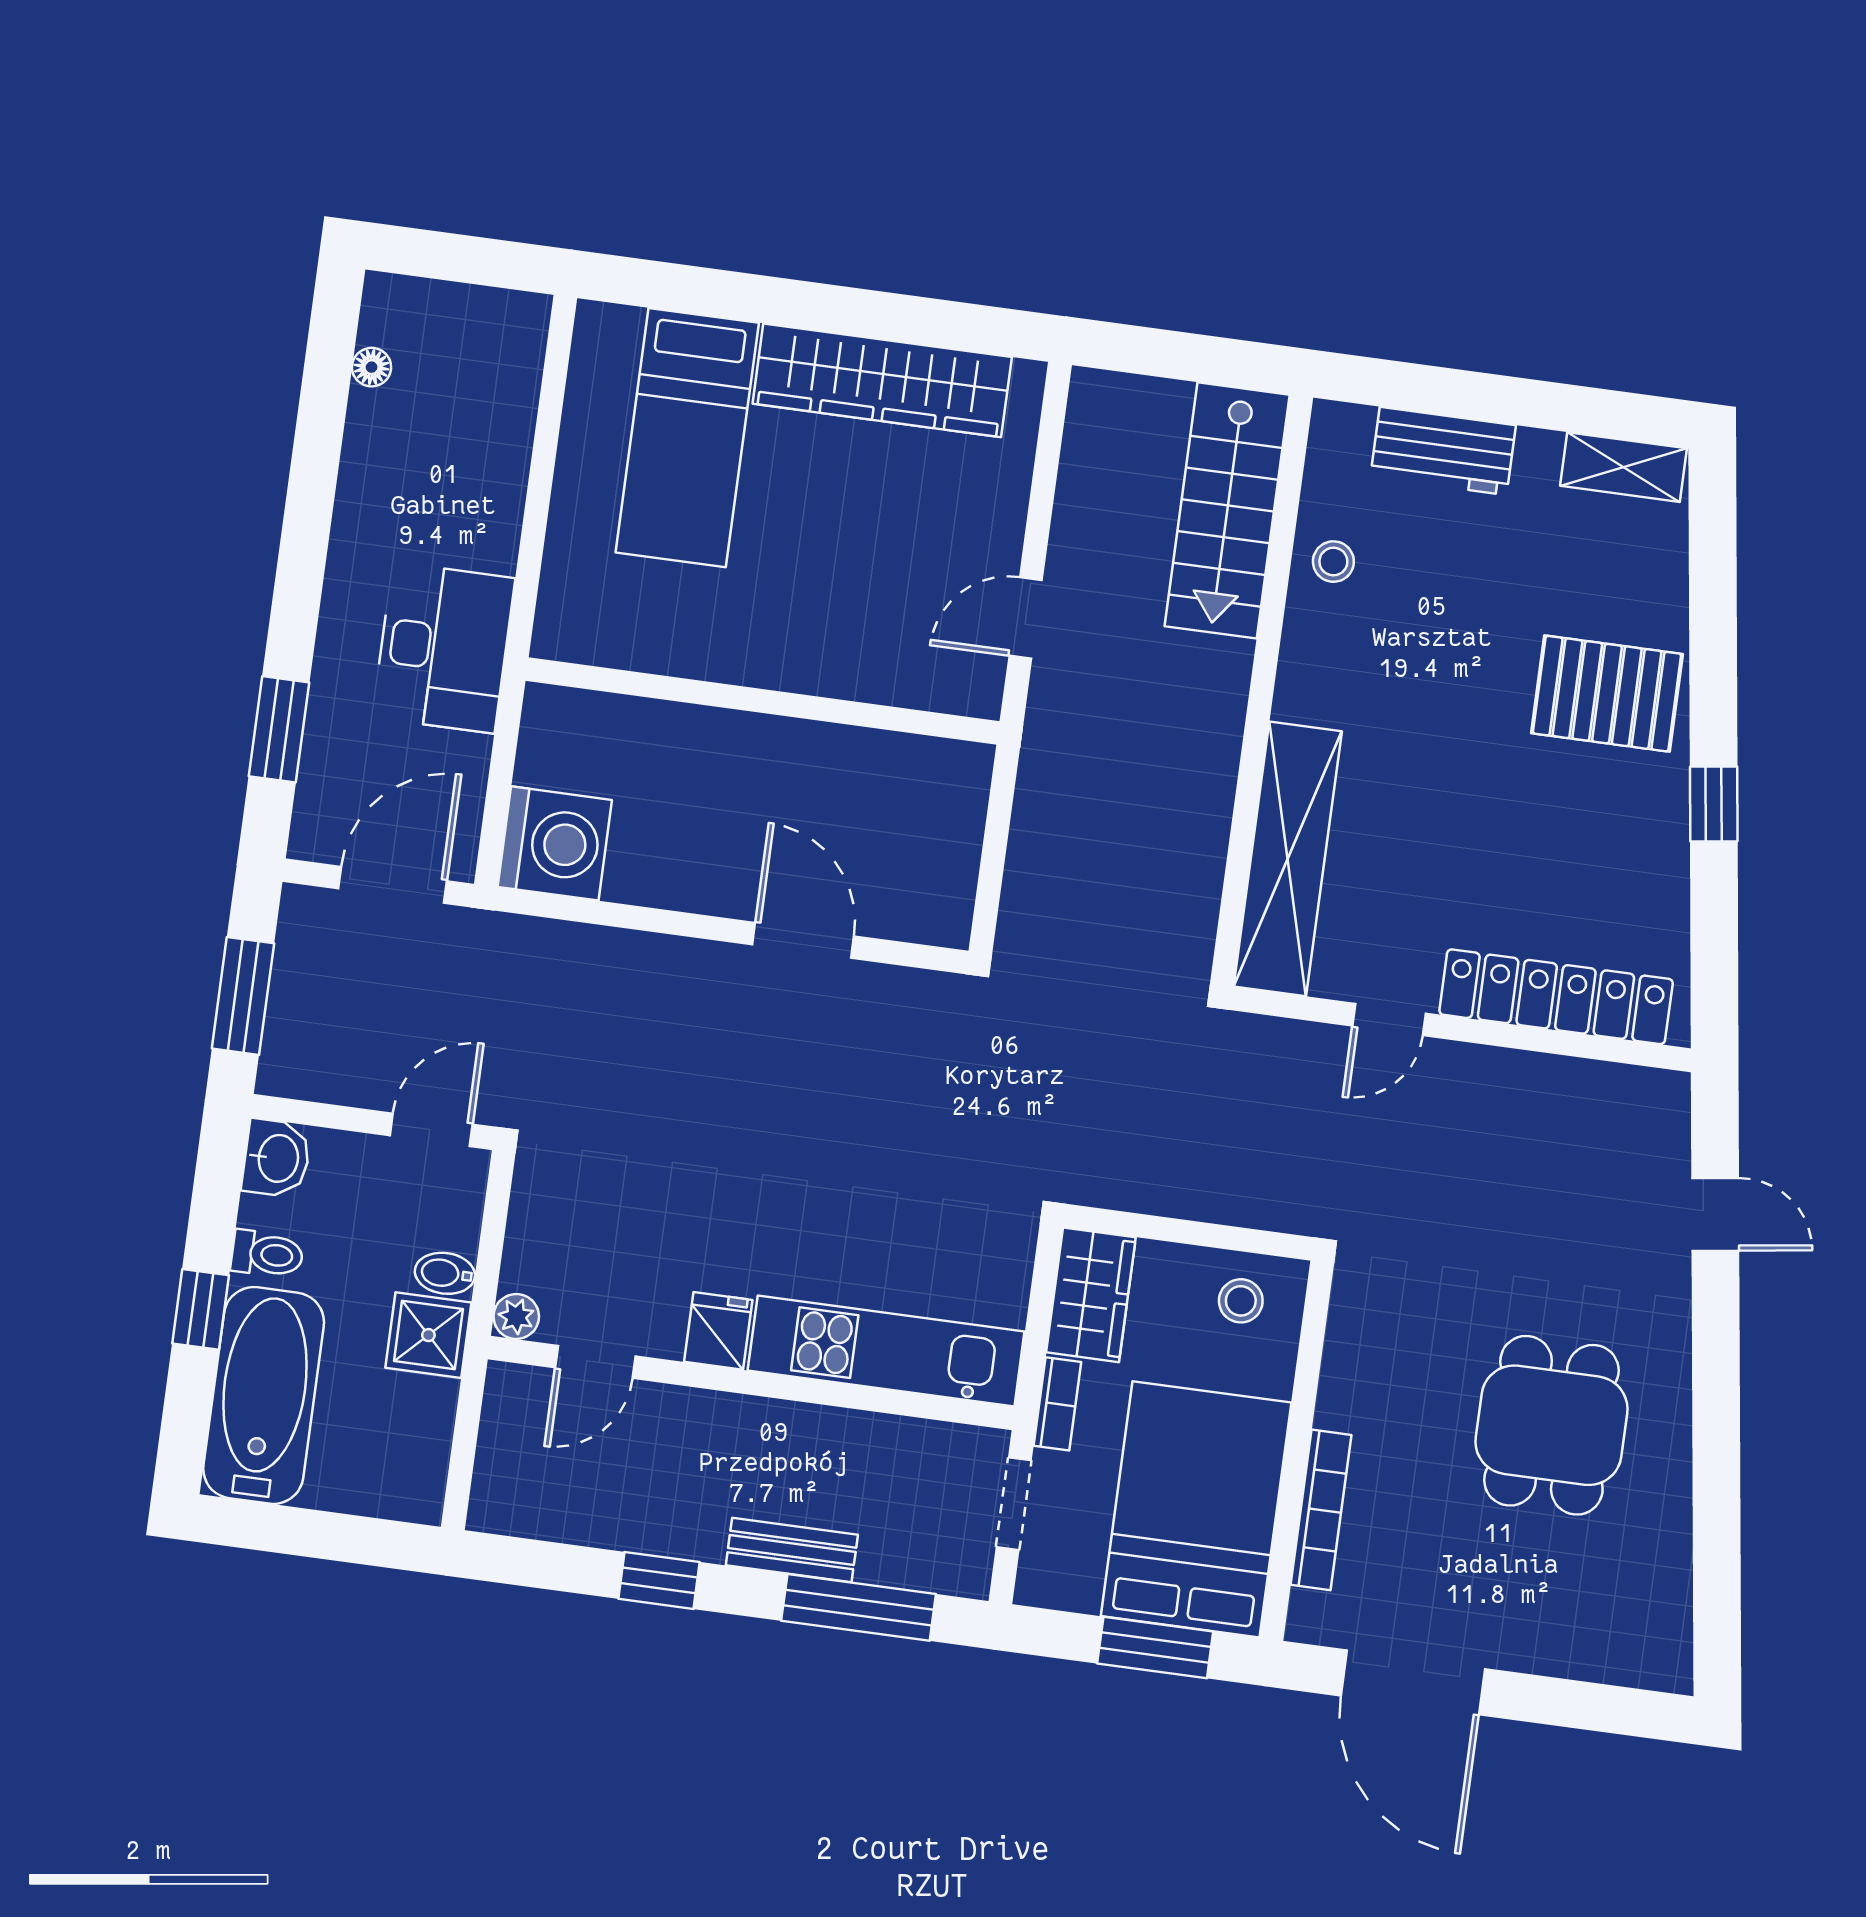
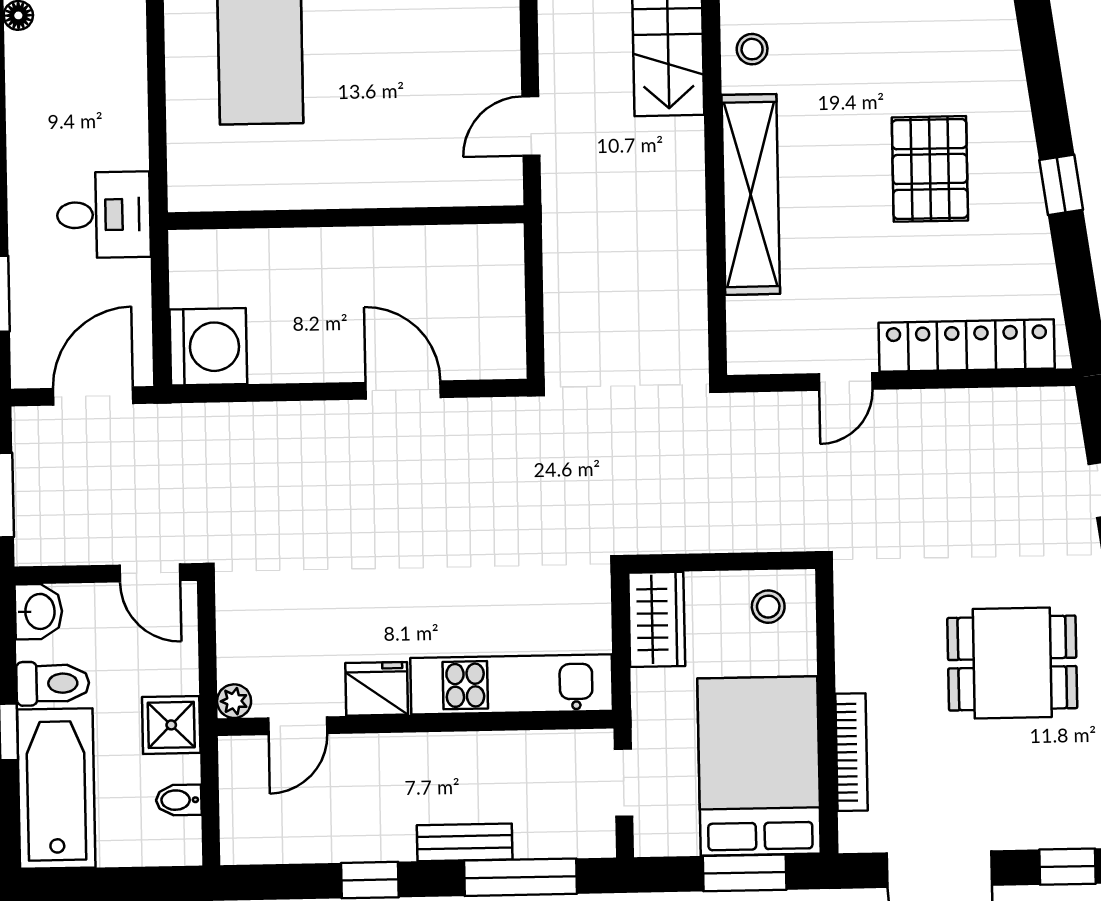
desk: (444, 648) -> (104, 215), width x0.73
pallet: (1607, 694) -> (930, 169), moved, turned 90
shelving: (1288, 859) -> (751, 194), moved
door: (431, 1130) -> (150, 573), swing flipped
toilet: (267, 1254) -> (53, 683), width x1.37, depth x1.39
bidet: (445, 1273) -> (179, 800), moved
fridge: (718, 1331) -> (377, 689), width x1.38
bookcase: (1057, 1404) -> (644, 704), removed
dining table: (1551, 1425) -> (1012, 663), turned 90
window: (1583, 1705) -> (1068, 867), added

